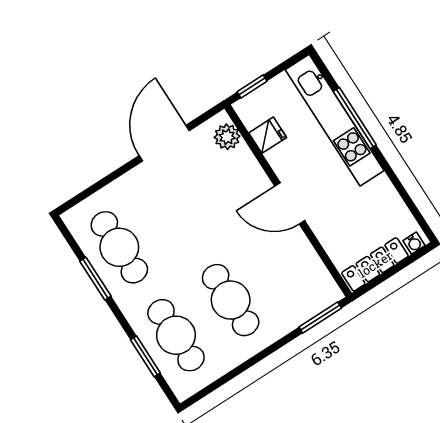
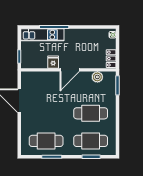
kitchen unit: (335, 120) -> (42, 35), width x0.73
fridge: (268, 135) -> (53, 62), moved
plant: (227, 137) -> (97, 77), moved
locker: (375, 264) -> (111, 59), width x0.66

